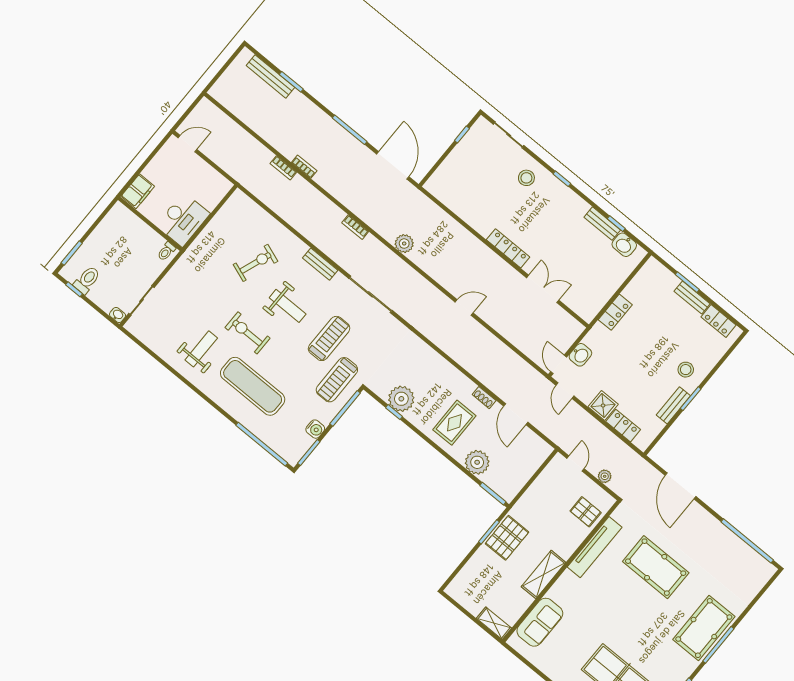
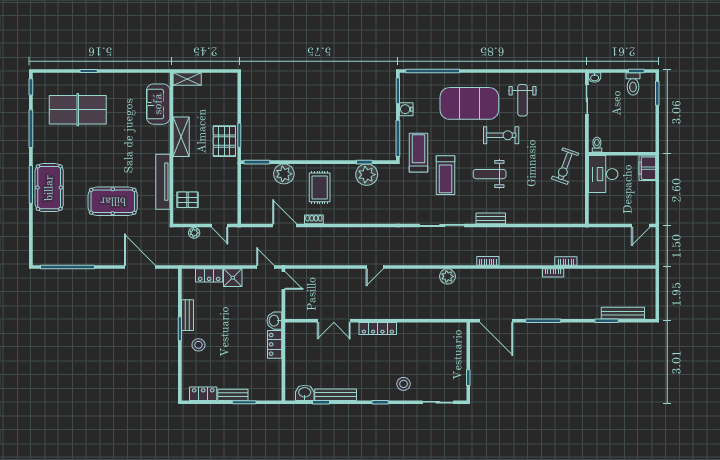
bench: (602, 224) -> (336, 395), width x1.36
exercise bike: (256, 263) -> (565, 166), moved
washbasin: (580, 355) -> (274, 321), moved
exercise mat: (253, 386) -> (469, 103), width x1.47

